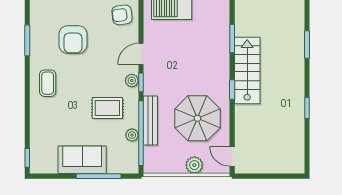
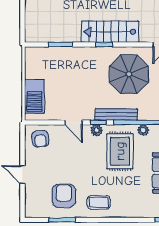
armchair: (73, 40) -> (64, 196), moved, turned -90
stairs: (247, 70) -> (110, 32), moved
rug: (107, 108) -> (120, 151), width x1.36, depth x1.43
bench: (150, 121) -> (116, 114), moved

